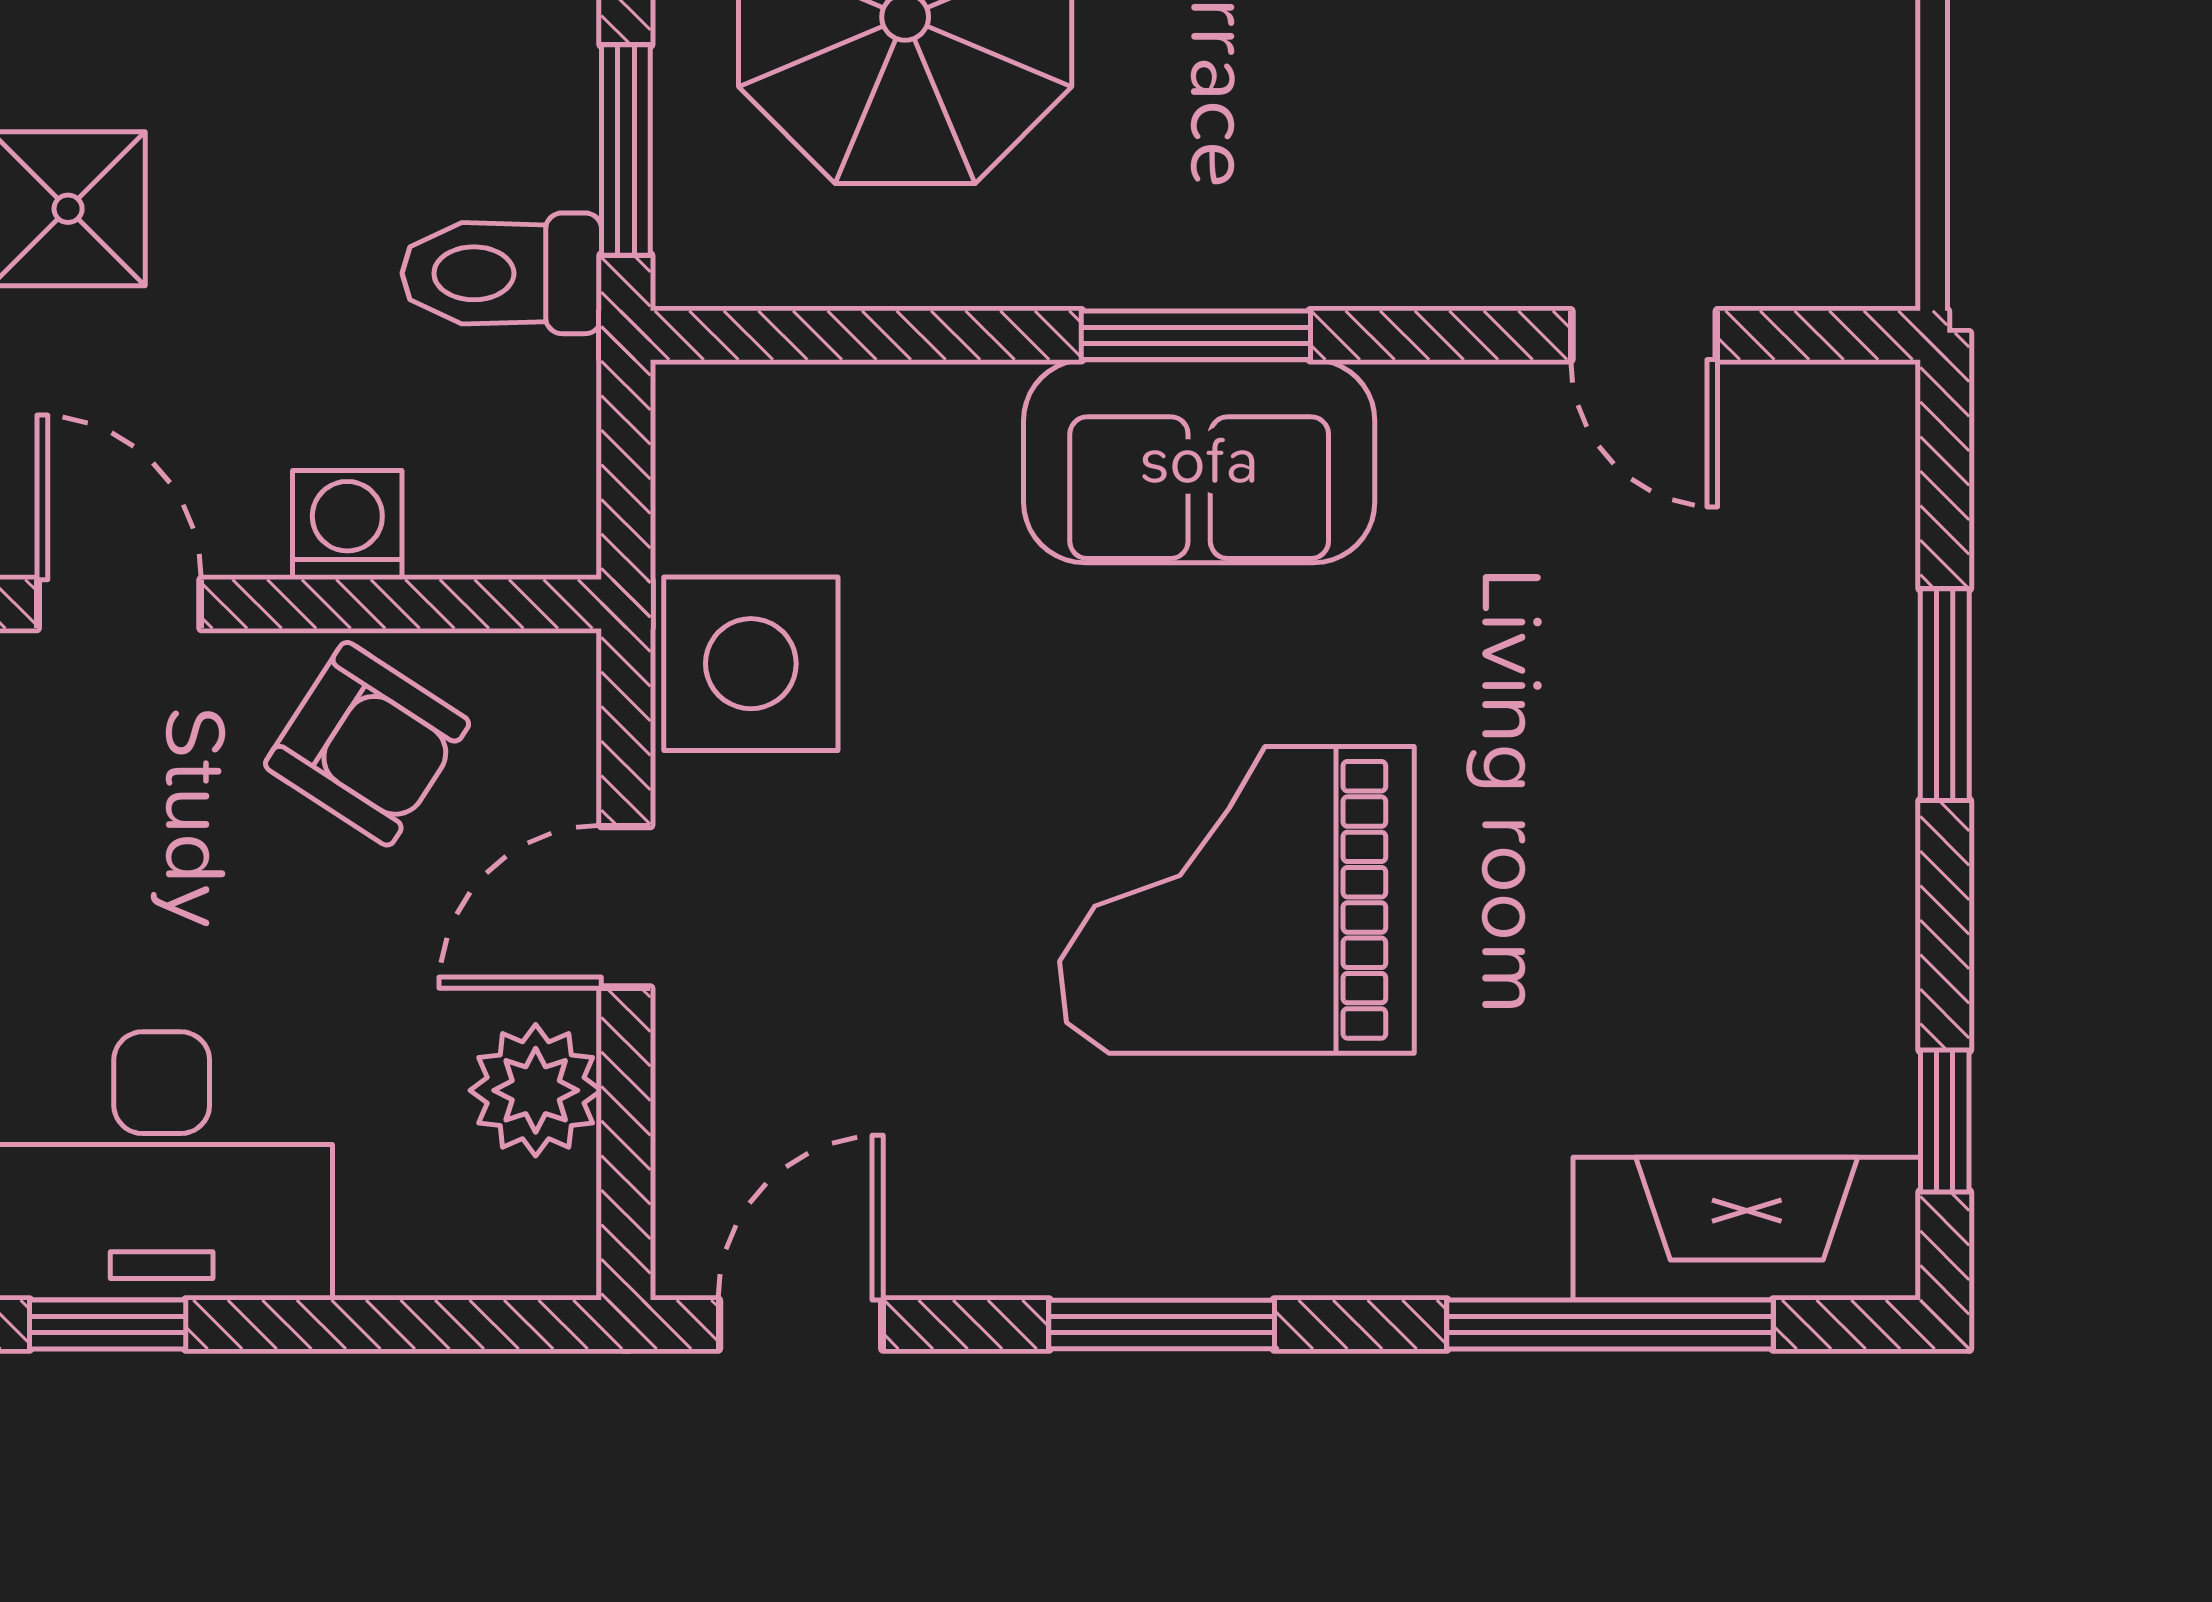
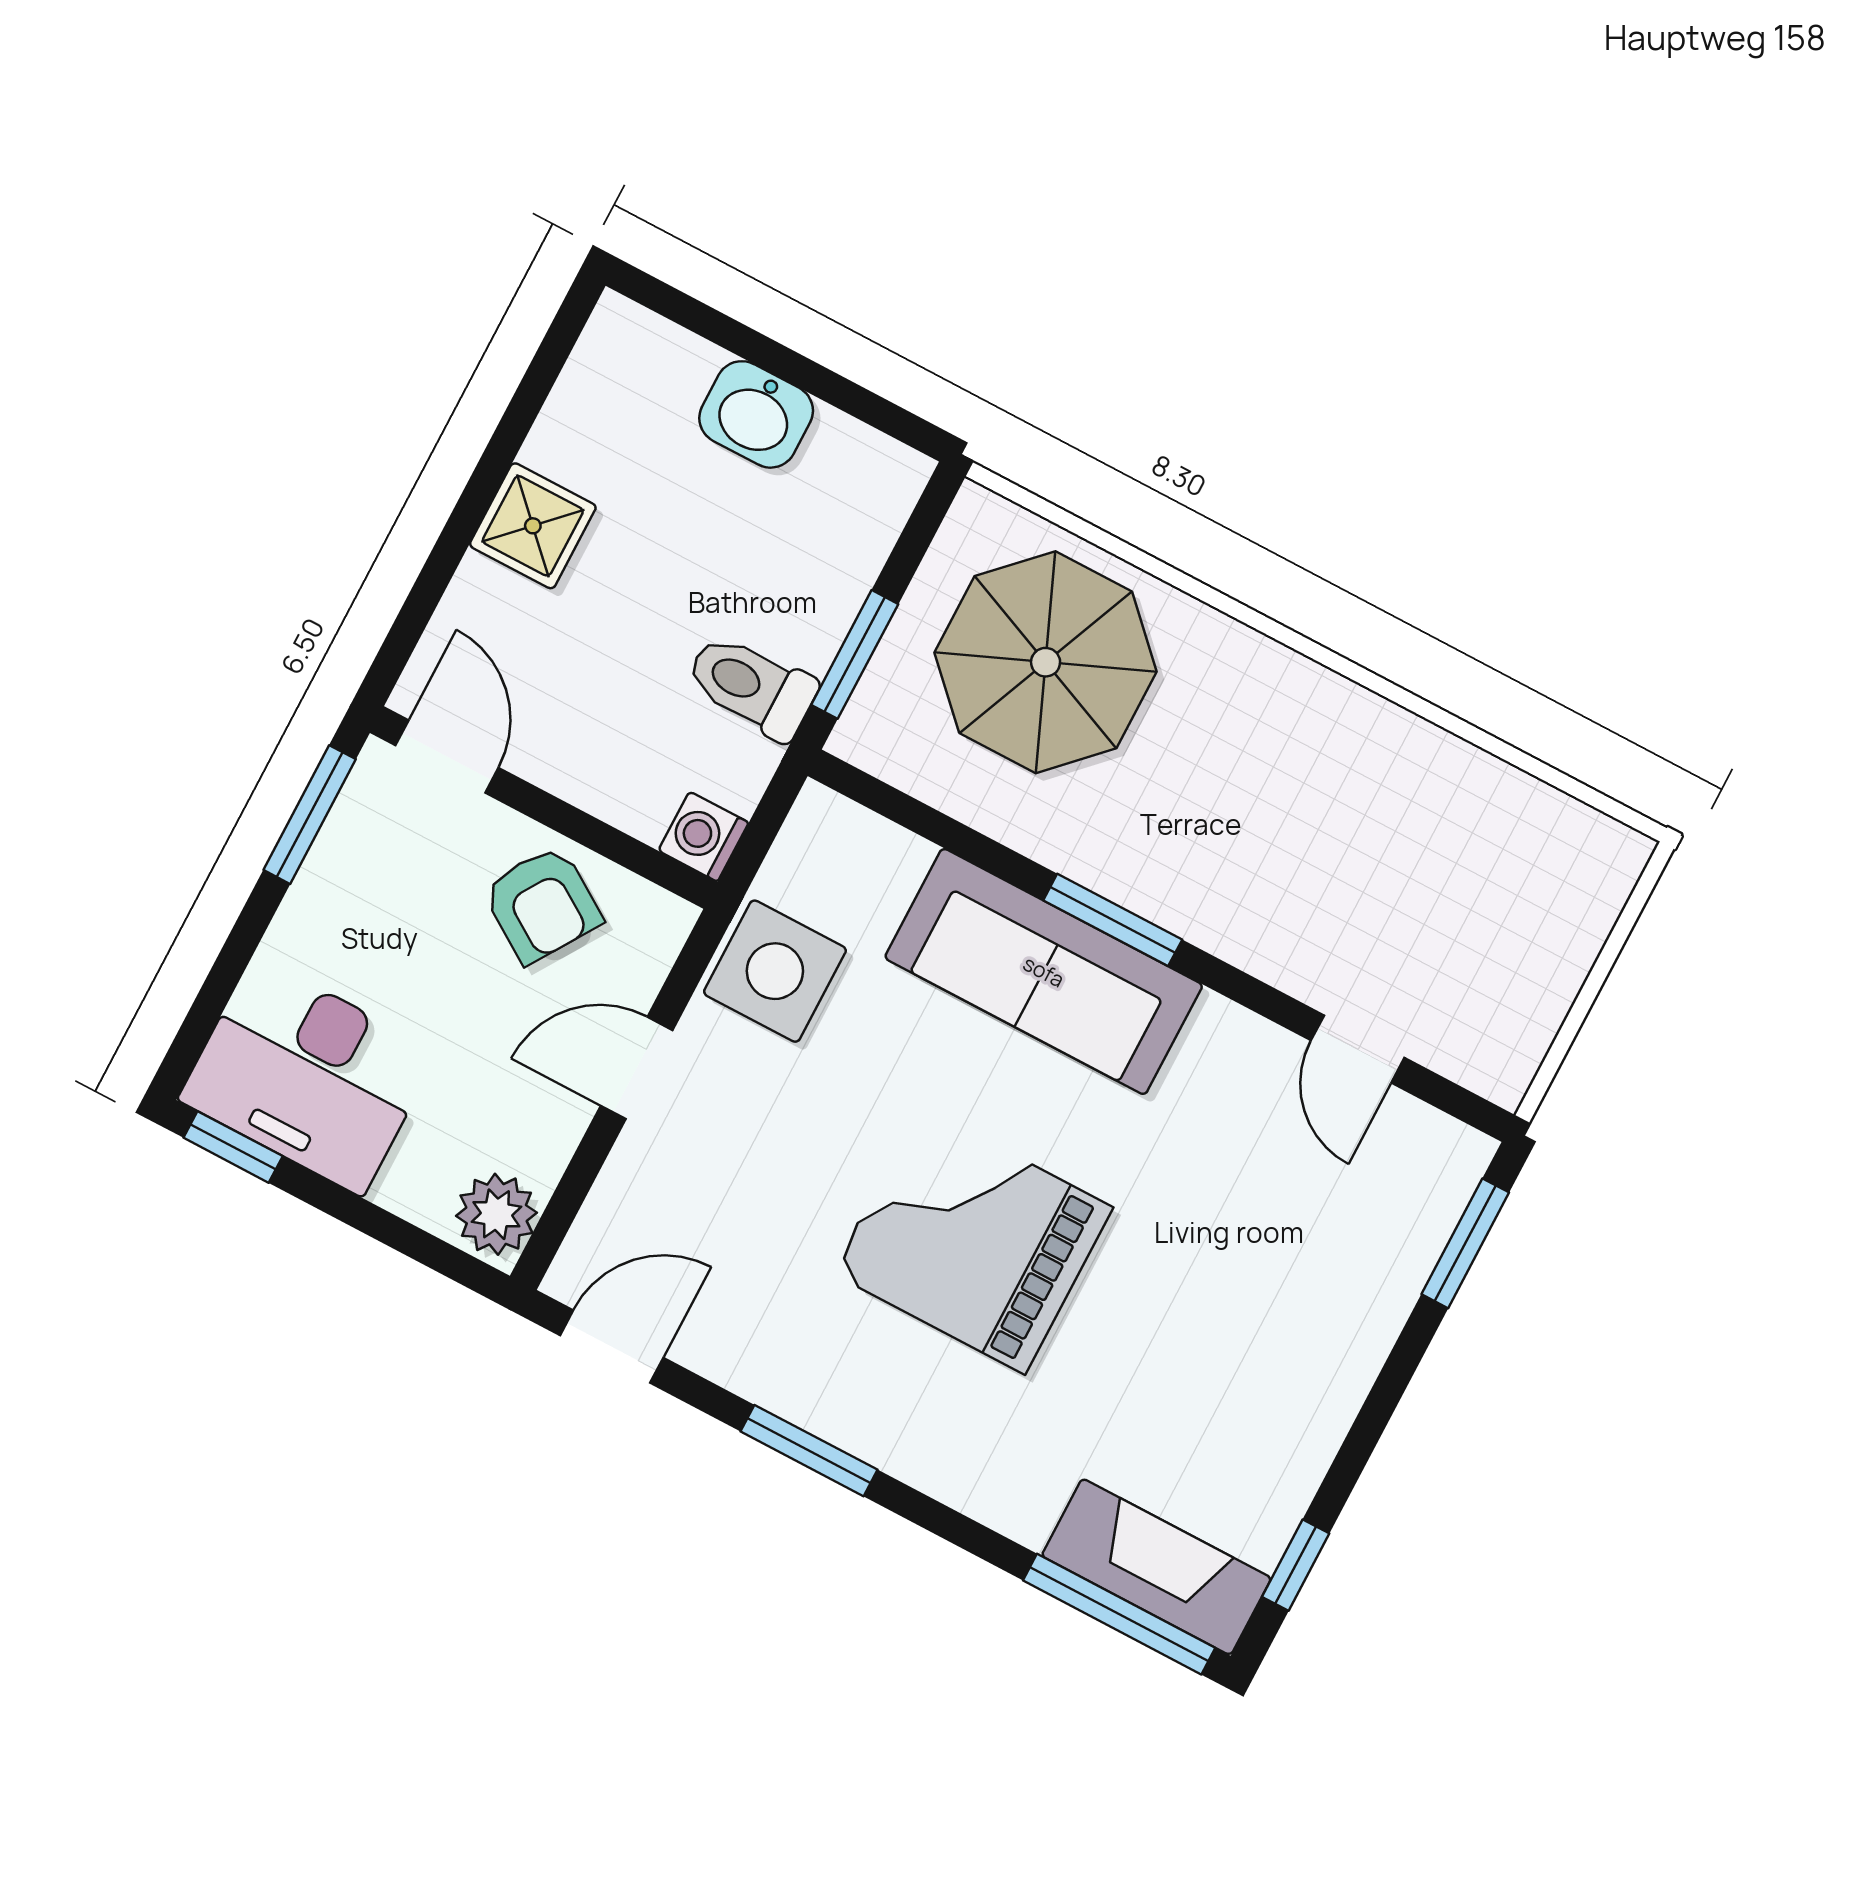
sofa: (1199, 461) -> (1044, 971), width x1.36
washing machine: (347, 525) -> (703, 837), moved, turned -90
window: (1945, 695) -> (1465, 1243), moved
plant: (536, 1090) -> (496, 1214), moved
window: (1610, 1324) -> (1119, 1614), moved

